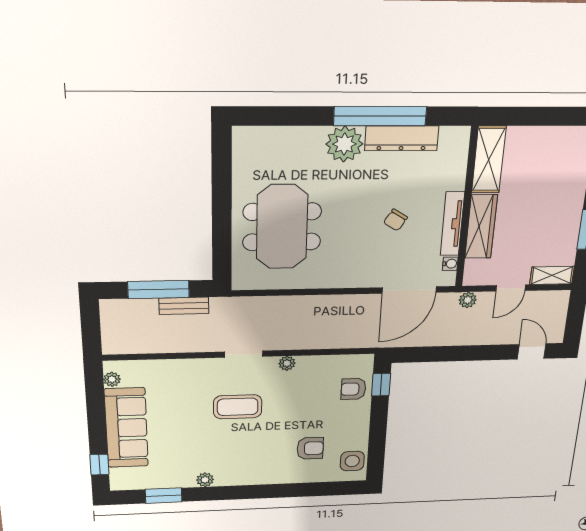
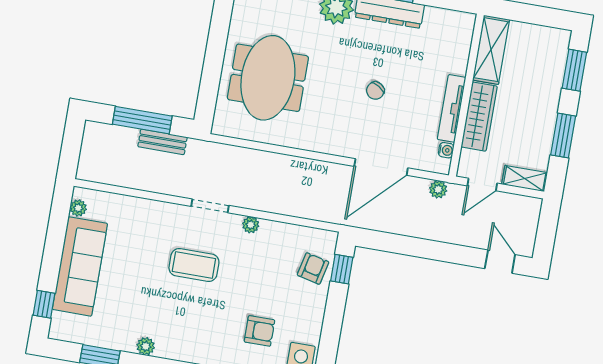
shelving: (489, 160) -> (491, 50), moved
wall: (466, 209) -> (466, 95), moved
tv unit: (452, 224) -> (452, 108), moved
wardrobe: (481, 227) -> (479, 117), moved
water cooler: (450, 264) -> (446, 150), moved
armchair: (353, 389) -> (313, 268), turned 103

